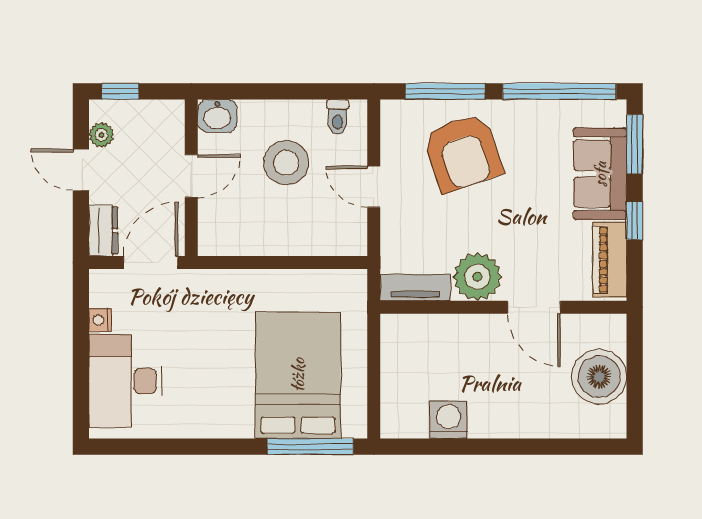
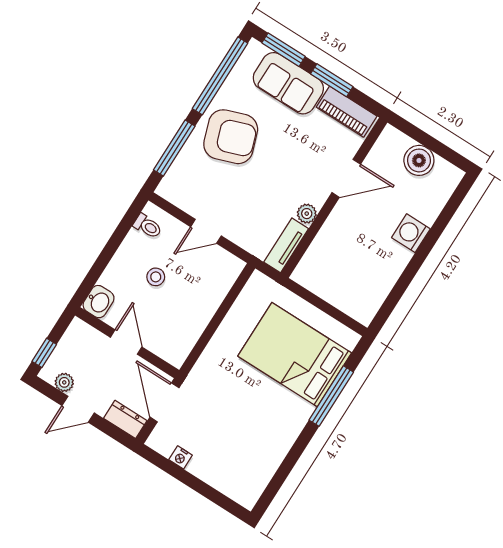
armchair: (463, 153) -> (231, 137), moved
stool: (286, 163) -> (156, 277), width x0.53, depth x0.53
window: (635, 221) -> (332, 80), width x1.50
plant: (477, 277) -> (307, 214), width x0.53, depth x0.53
boiler: (599, 377) -> (419, 160), width x0.73, depth x0.73
desk: (125, 381) -> (229, 466), removed
washing machine: (449, 420) -> (411, 233), moved
window: (310, 447) -> (331, 396), moved

